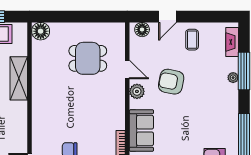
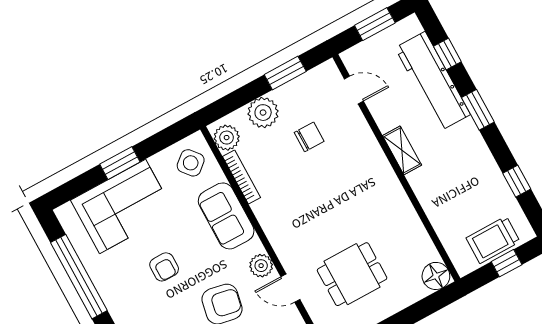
shelving: (19, 78) -> (402, 150), moved, width x0.67, depth x0.75
armchair: (193, 121) -> (164, 267), added

